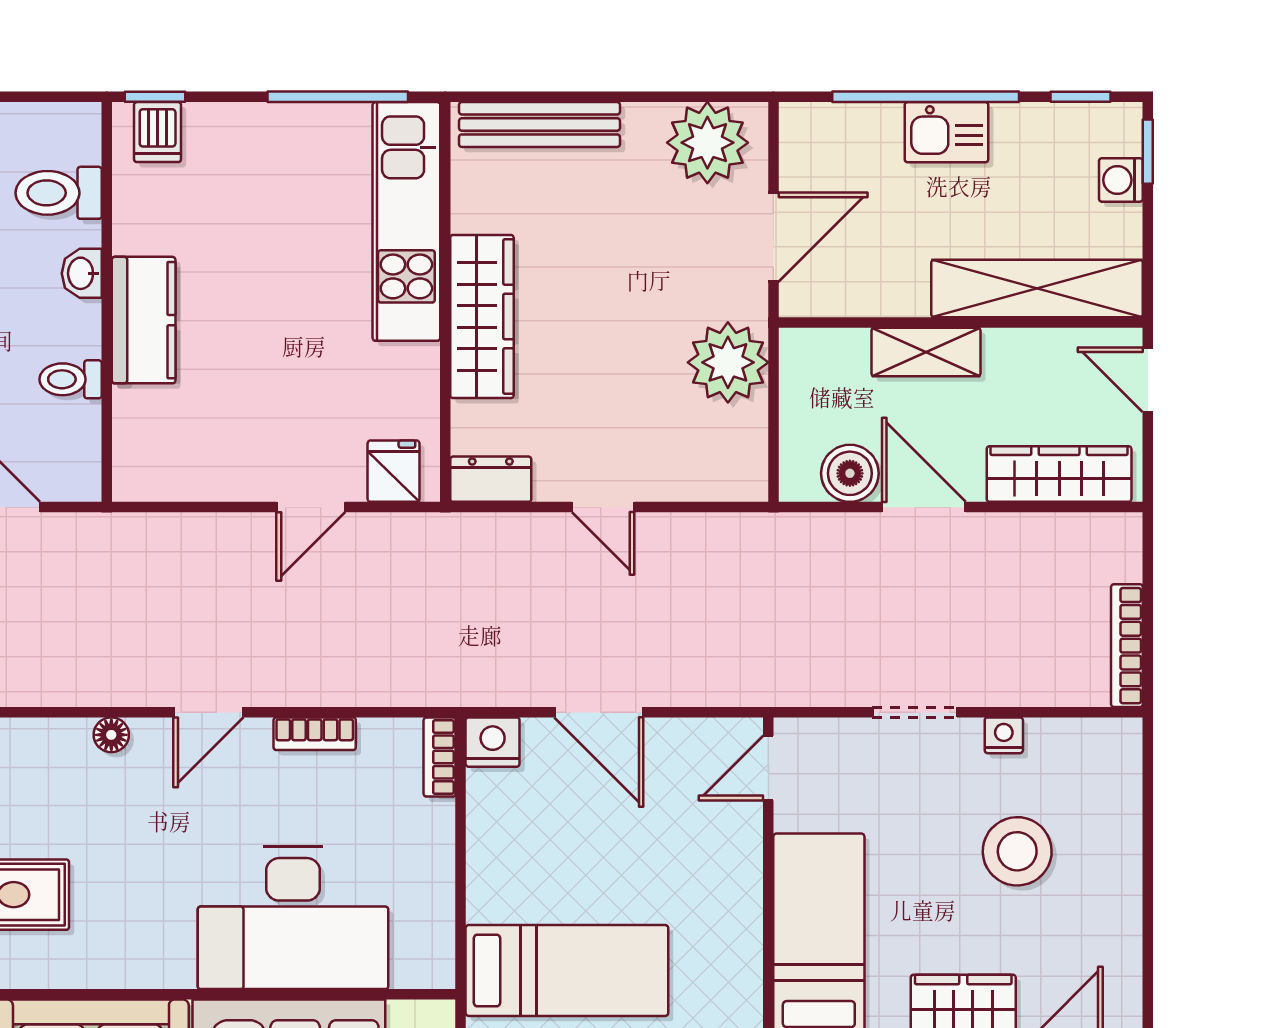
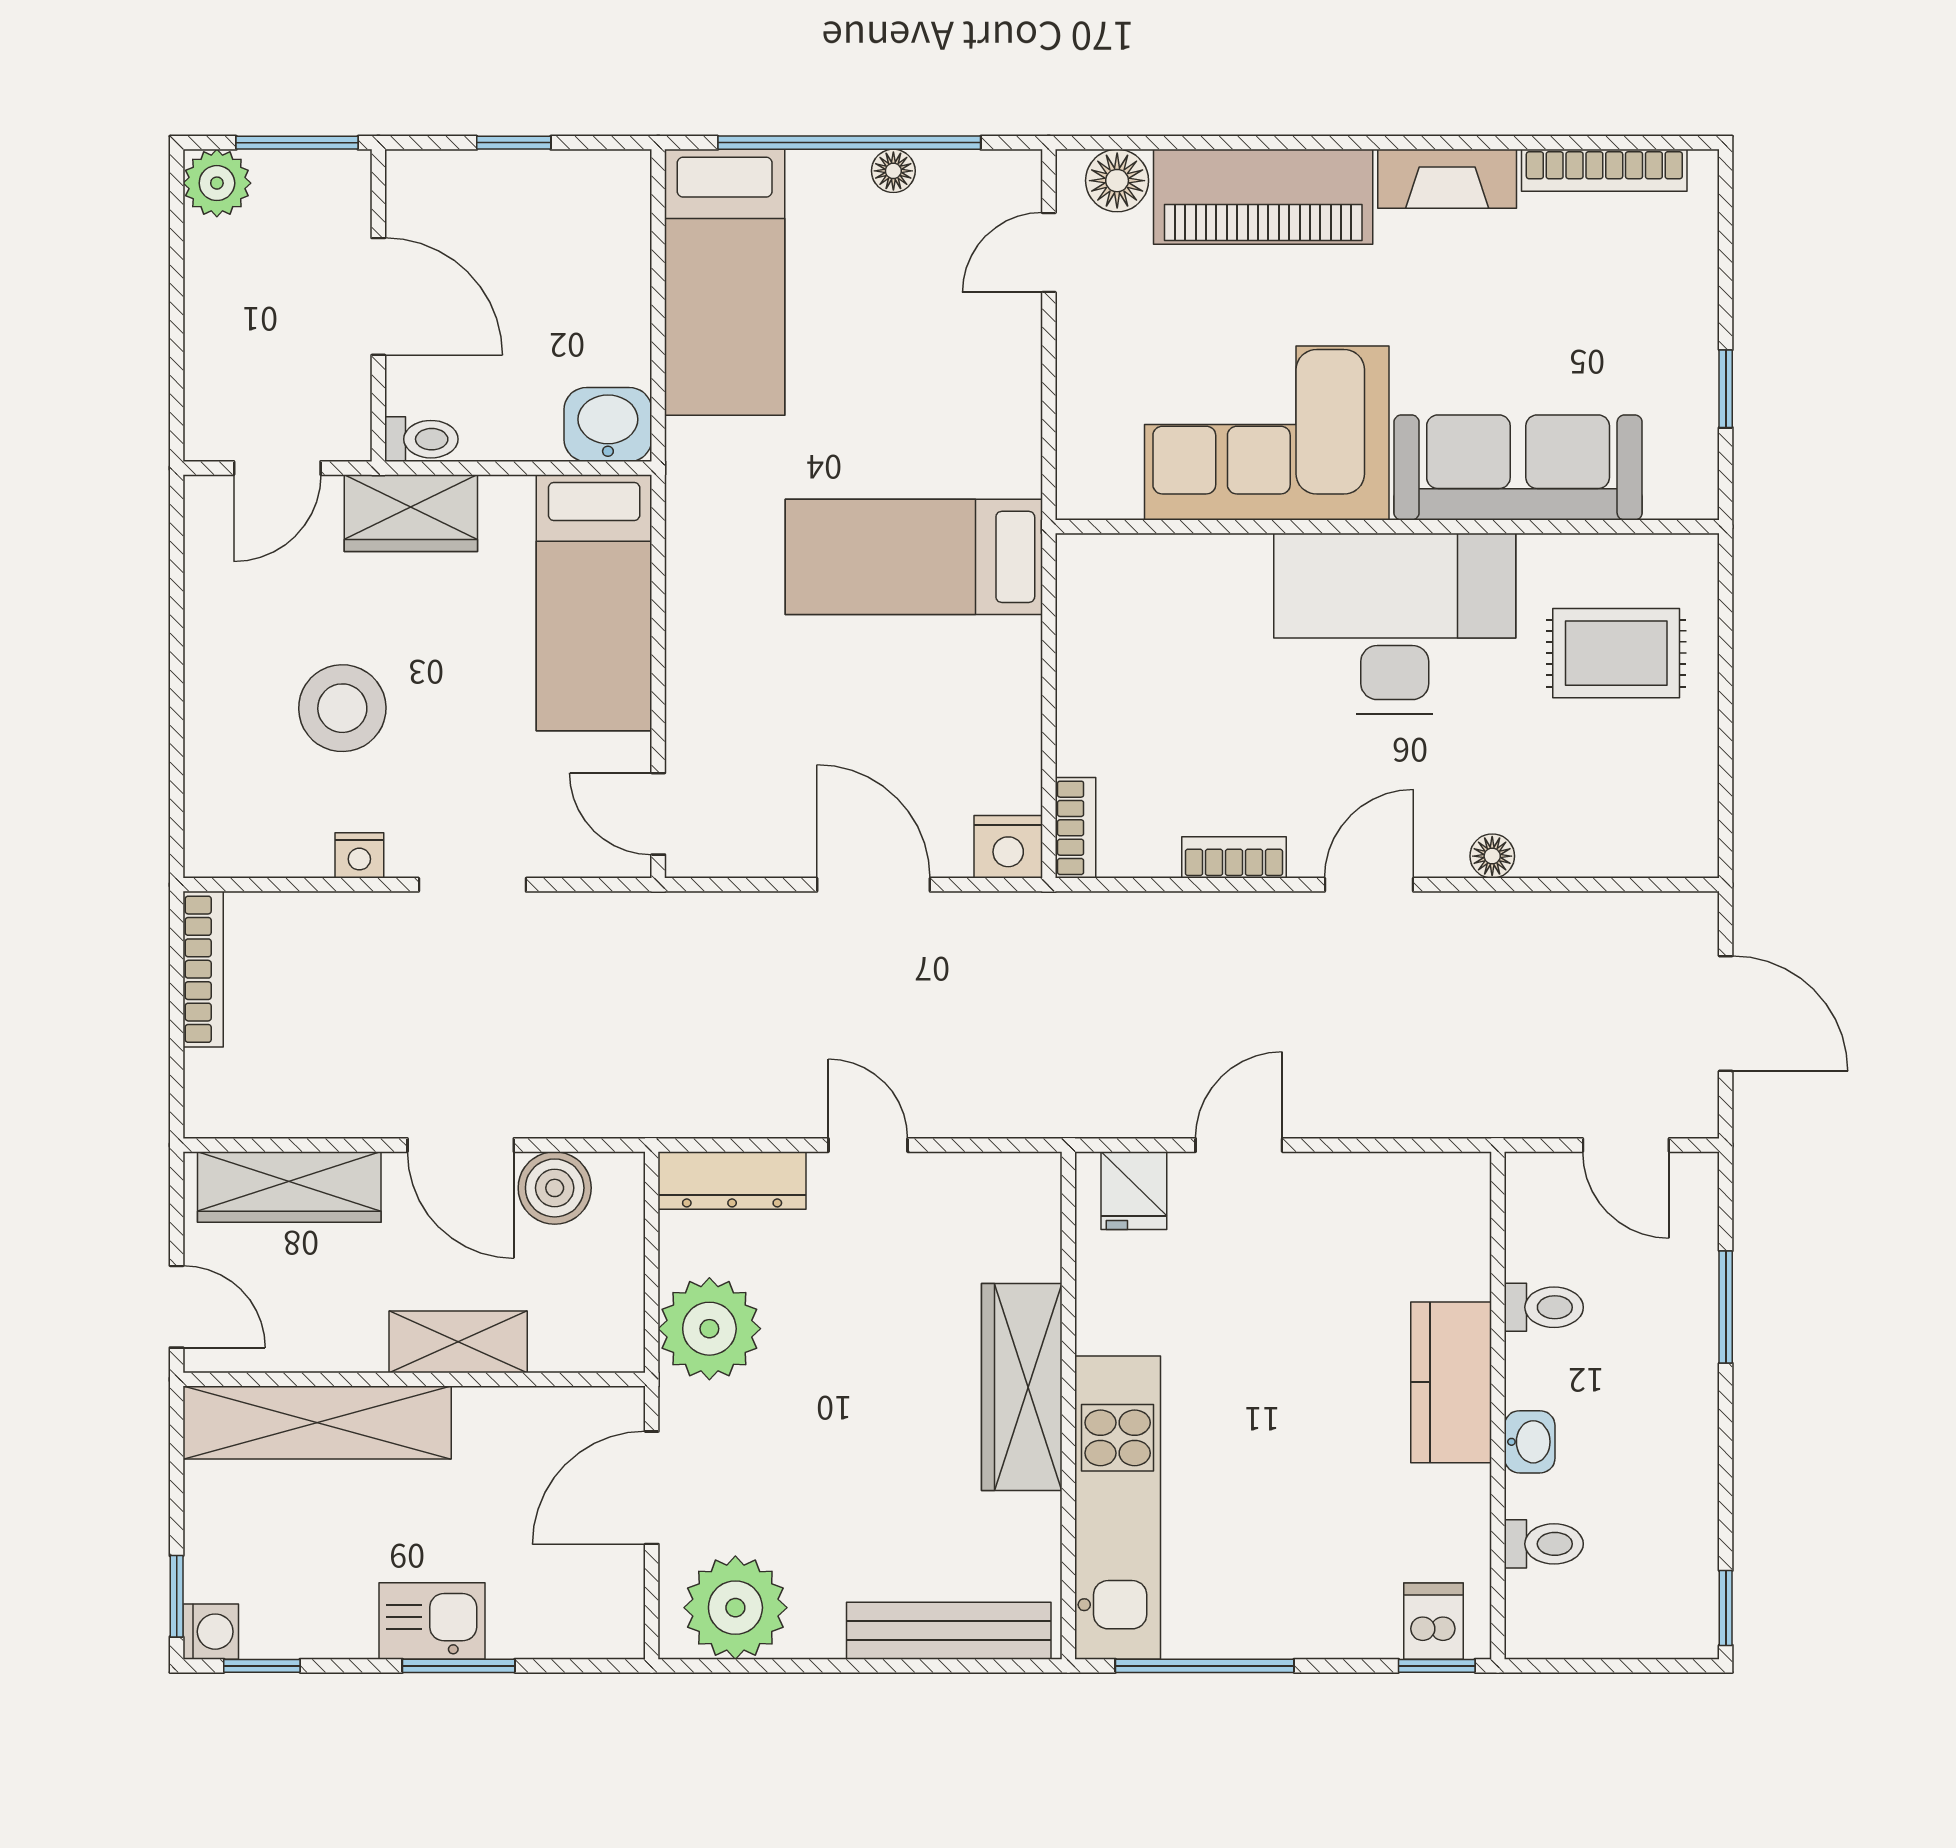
window: (926, 97) -> (459, 1666), width x0.47
washing machine: (1121, 180) -> (211, 1632), moved
toilet: (59, 193) -> (1544, 1544), width x0.73, depth x0.72
dresser: (491, 479) -> (732, 1180), moved, width x1.44
door: (768, 768) -> (658, 814), swing flipped
desk: (293, 918) -> (1395, 624), moved

